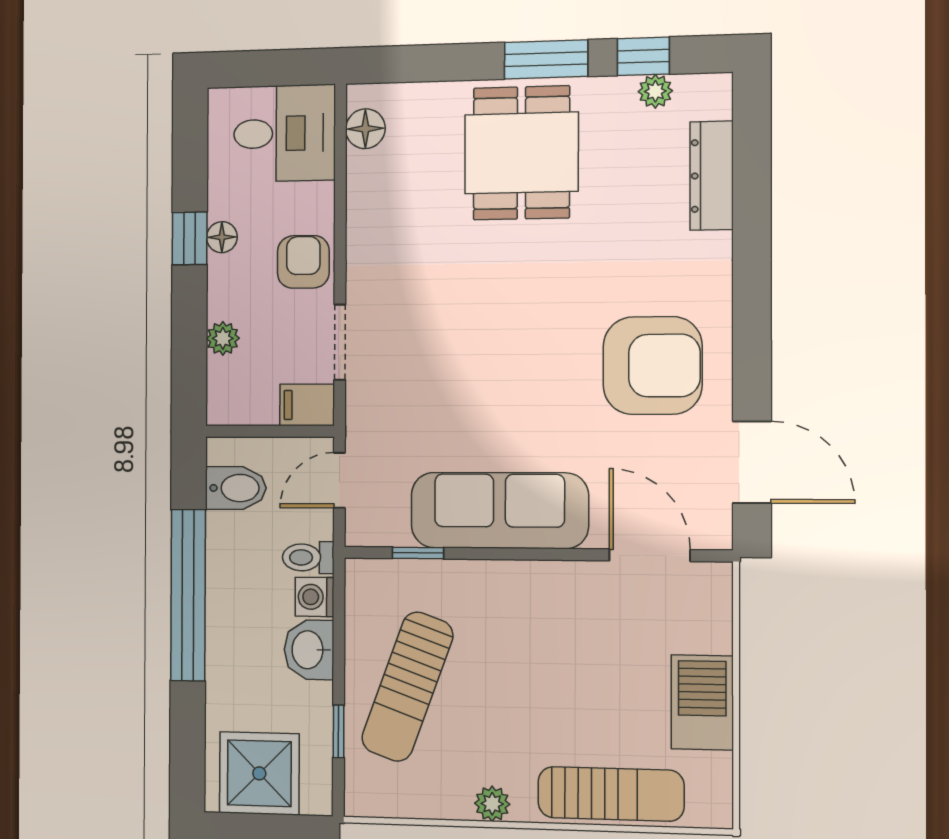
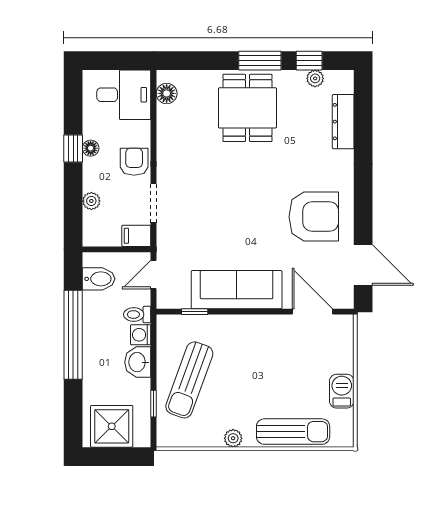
barbecue: (702, 702) -> (342, 391), width x0.73, depth x0.79

